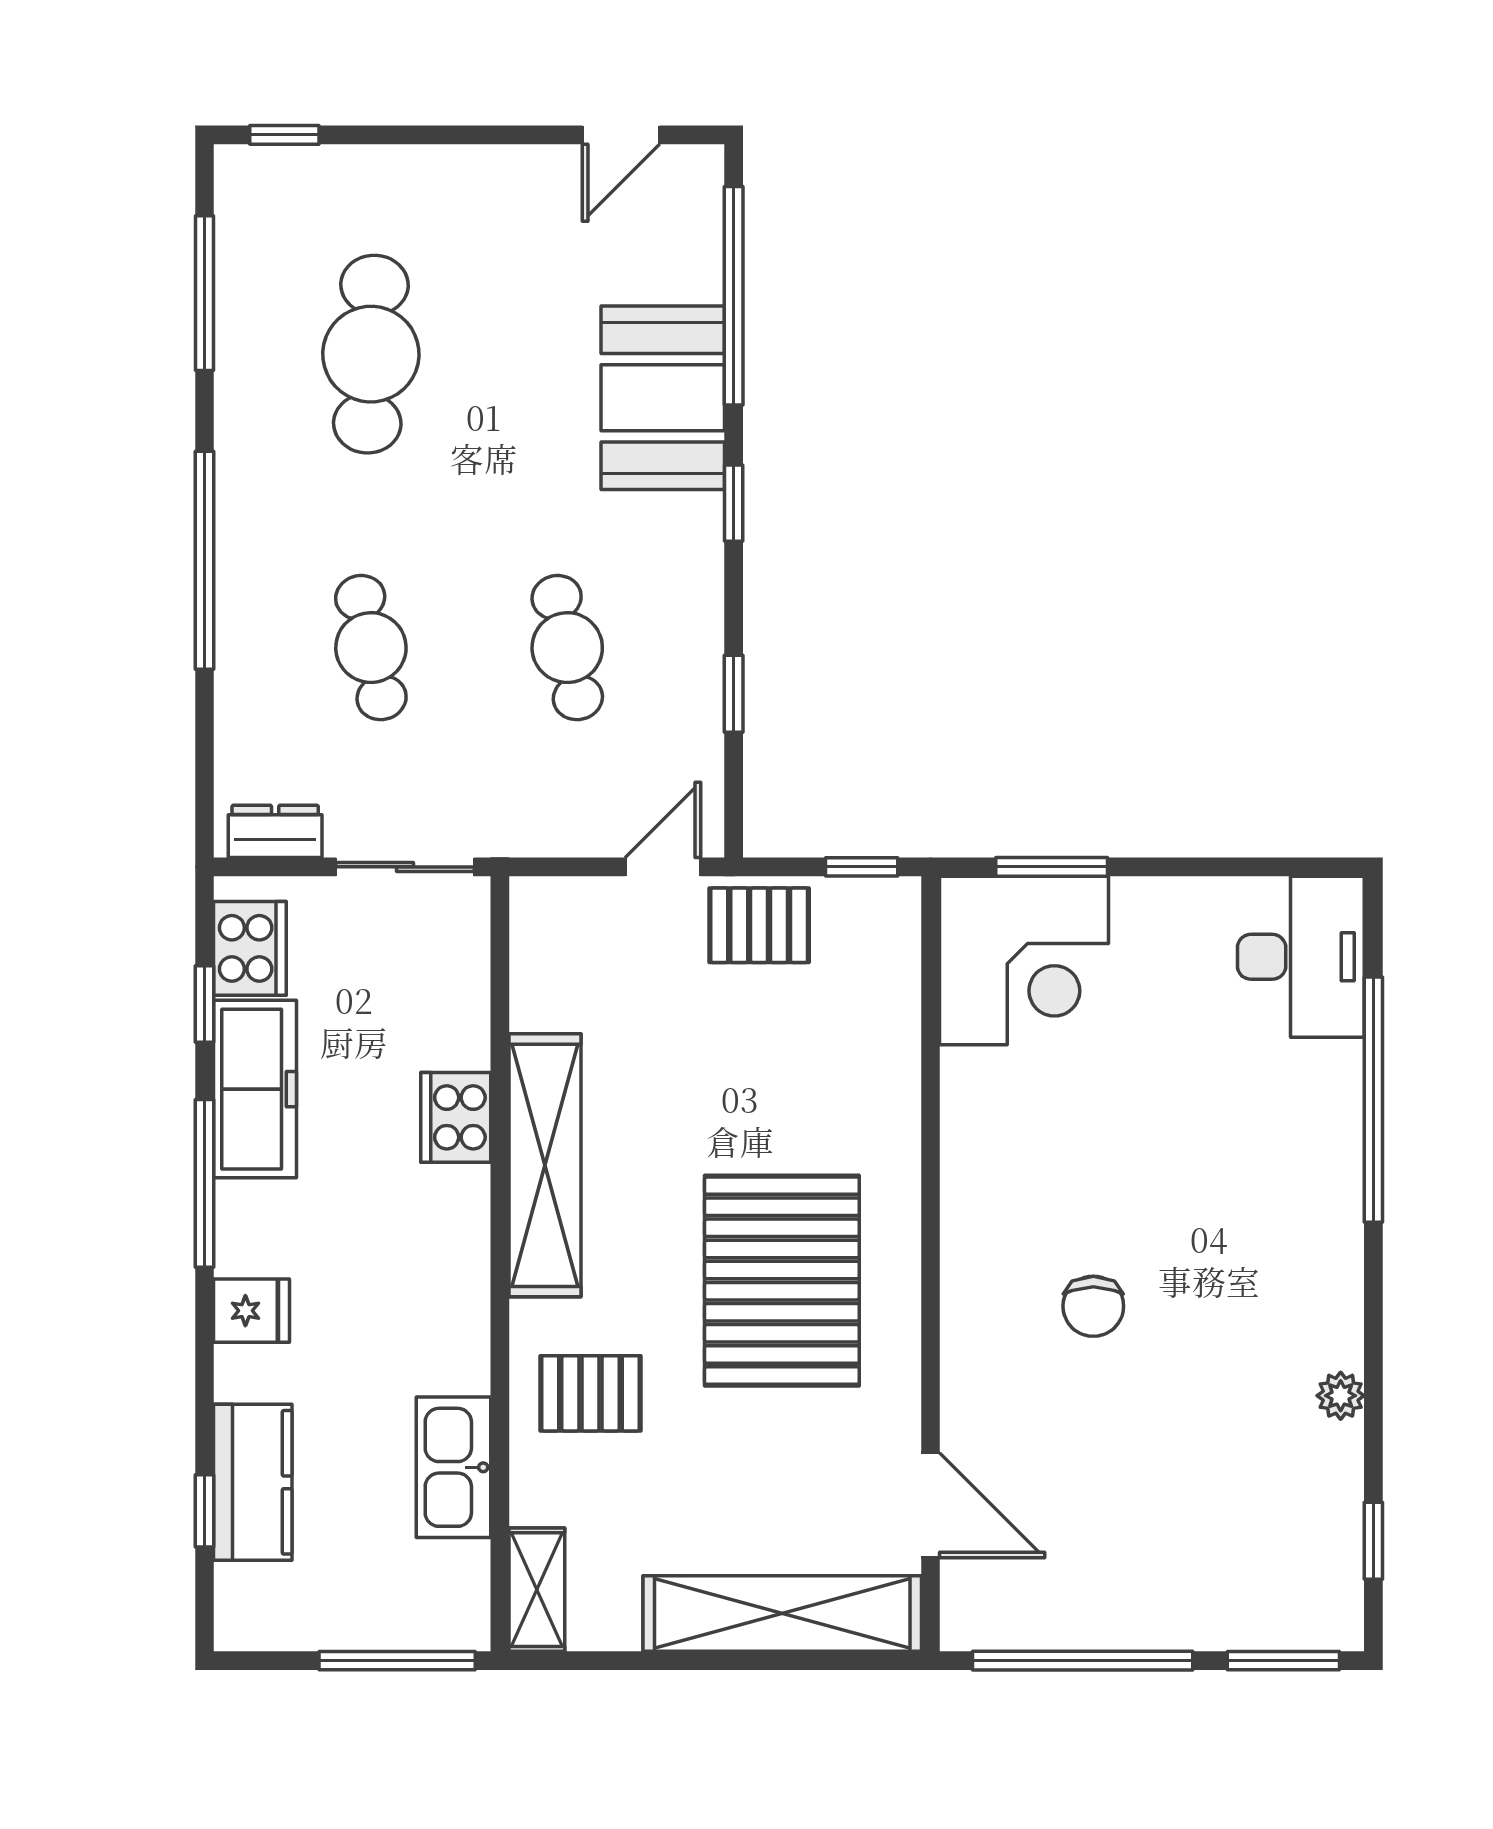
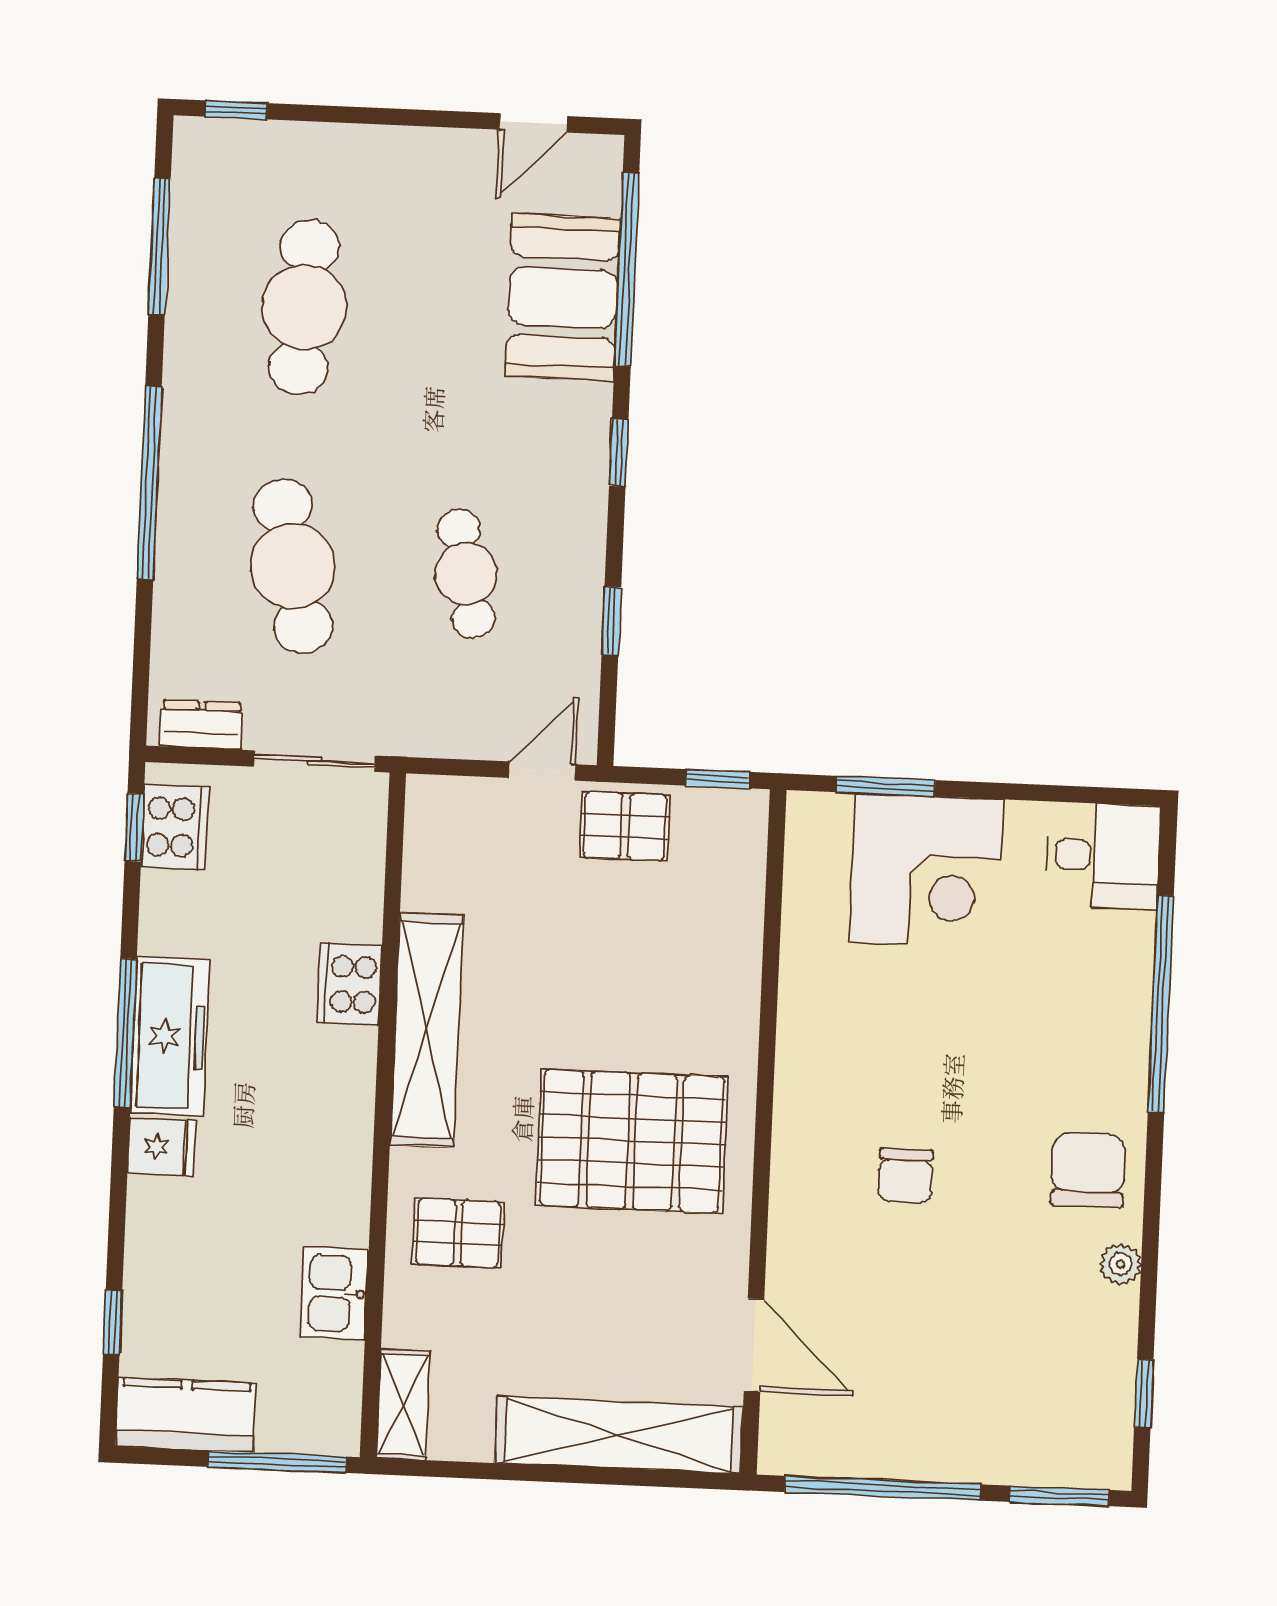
booth: (663, 398) -> (563, 297), moved
cafe table: (371, 648) -> (293, 566), width x1.37, depth x1.35
desk: (1301, 957) -> (1103, 856), width x0.73
corner desk: (1024, 960) -> (926, 871), moved
window: (204, 1004) -> (134, 827), moved
freezer: (255, 1089) -> (170, 1036), moved
pallet: (782, 1281) -> (631, 1141), turned 90
chair: (1299, 1291) -> (1088, 1170), added
kitchen sink: (453, 1467) -> (334, 1293), width x0.73
kitchen counter: (253, 1482) -> (186, 1415), moved, turned -90

